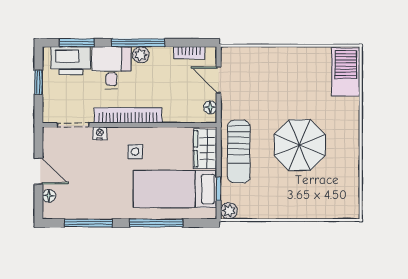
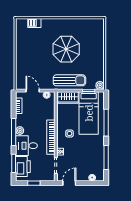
barbecue: (346, 72) -> (34, 23), width x0.53, depth x0.65
door: (219, 80) -> (33, 91), swing flipped
door: (38, 171) -> (69, 183), moved

